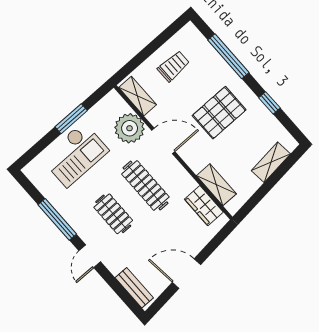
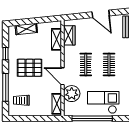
trolley: (174, 66) -> (21, 100), moved
window: (71, 119) -> (92, 118), width x2.11
clothes rail: (145, 185) -> (86, 65), width x0.73

